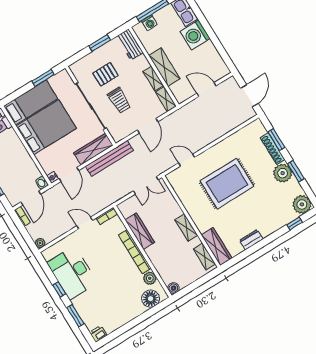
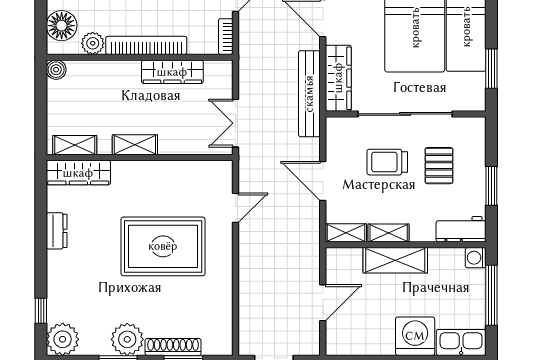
washing machine: (149, 23) -> (476, 258), moved
rug: (227, 184) -> (163, 246), turned 90

